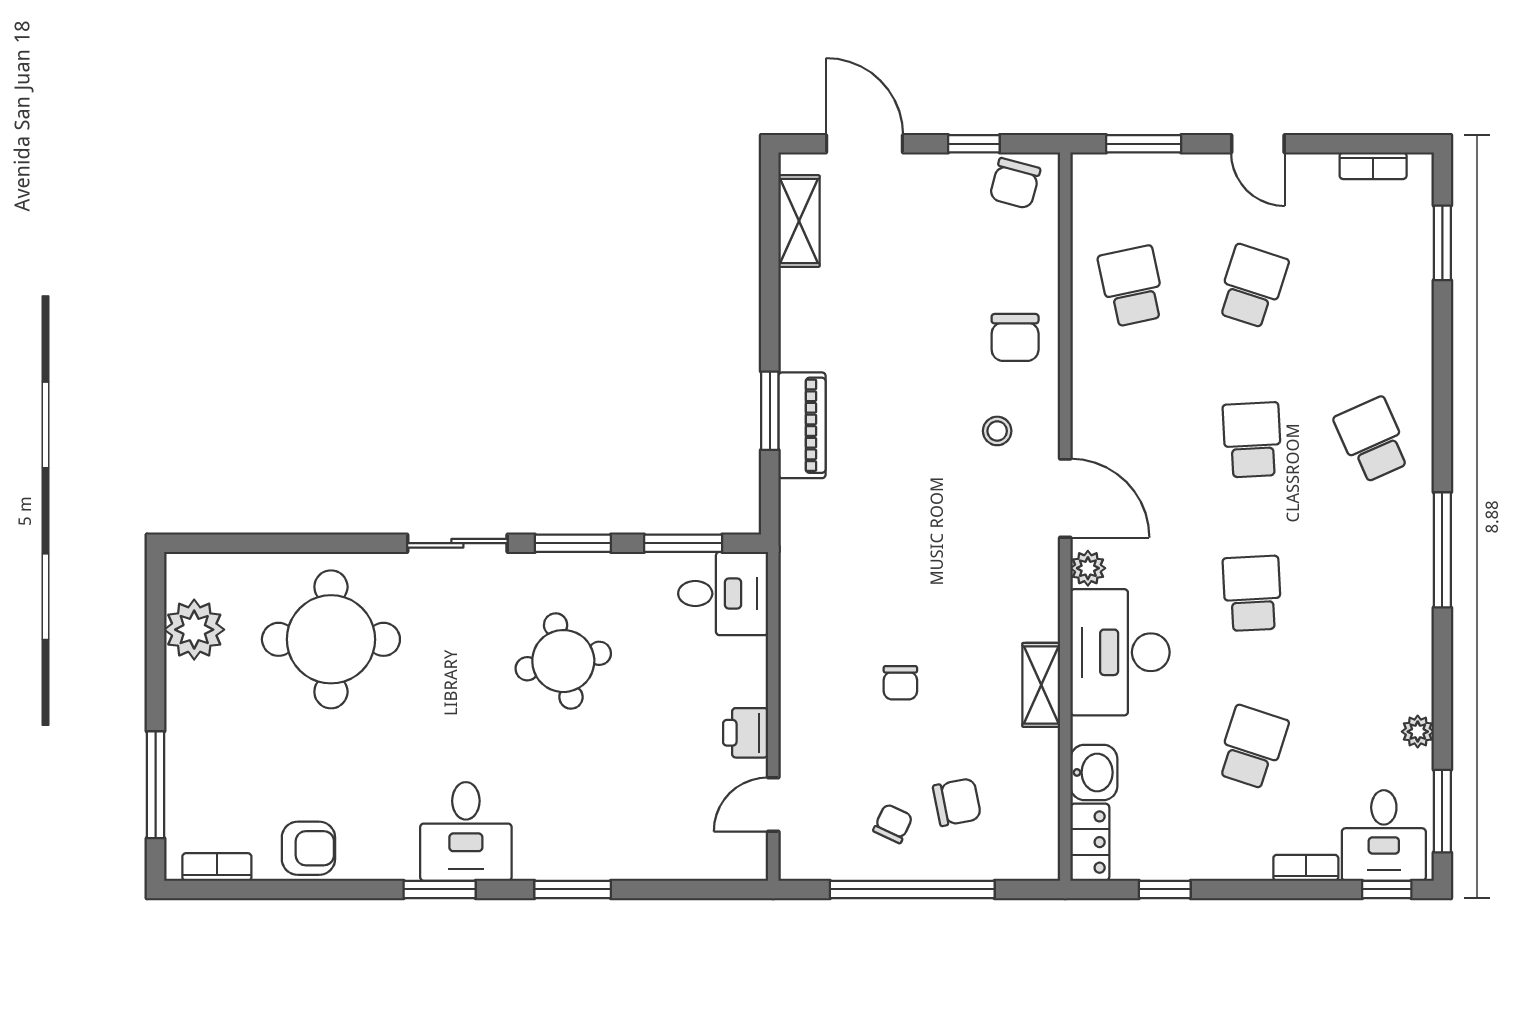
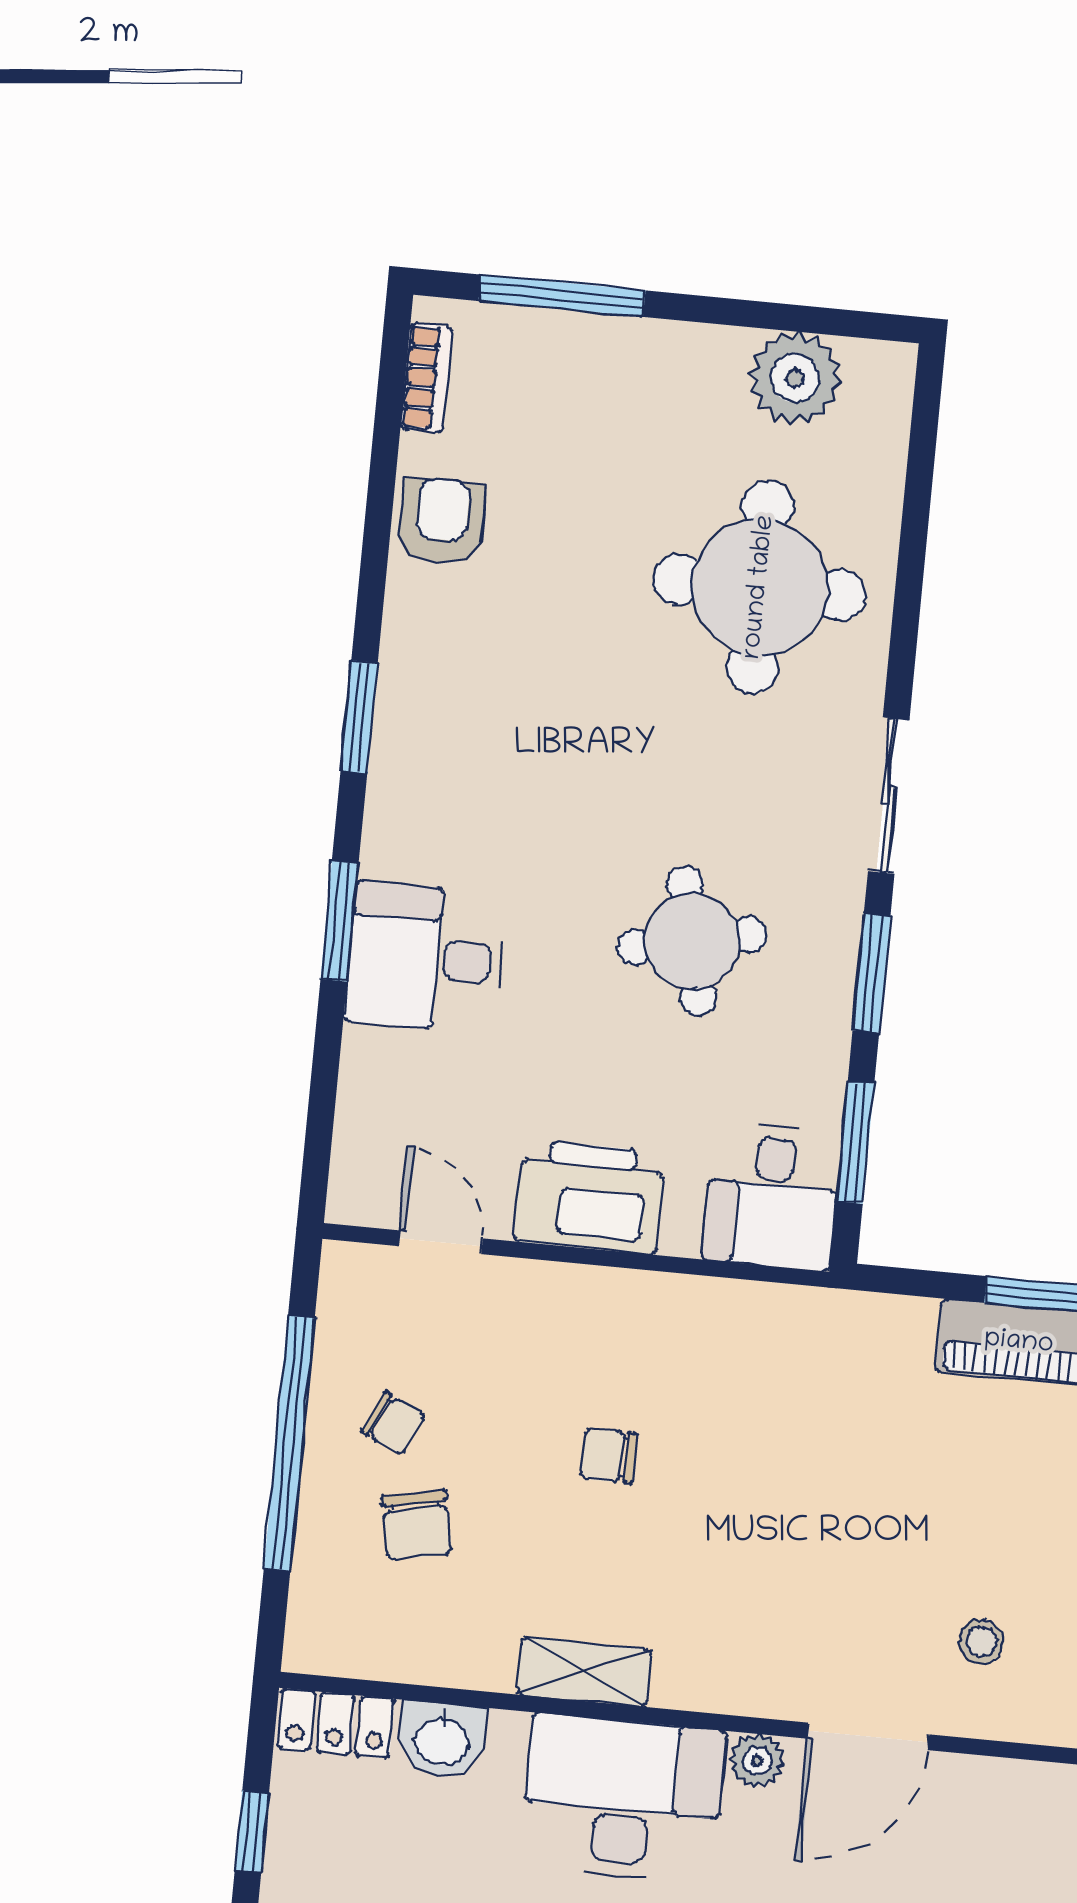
printer: (746, 733) -> (589, 1197), width x1.87, depth x1.48
desk: (466, 831) -> (426, 958), moved
armchair: (308, 848) -> (442, 521), turned 180

